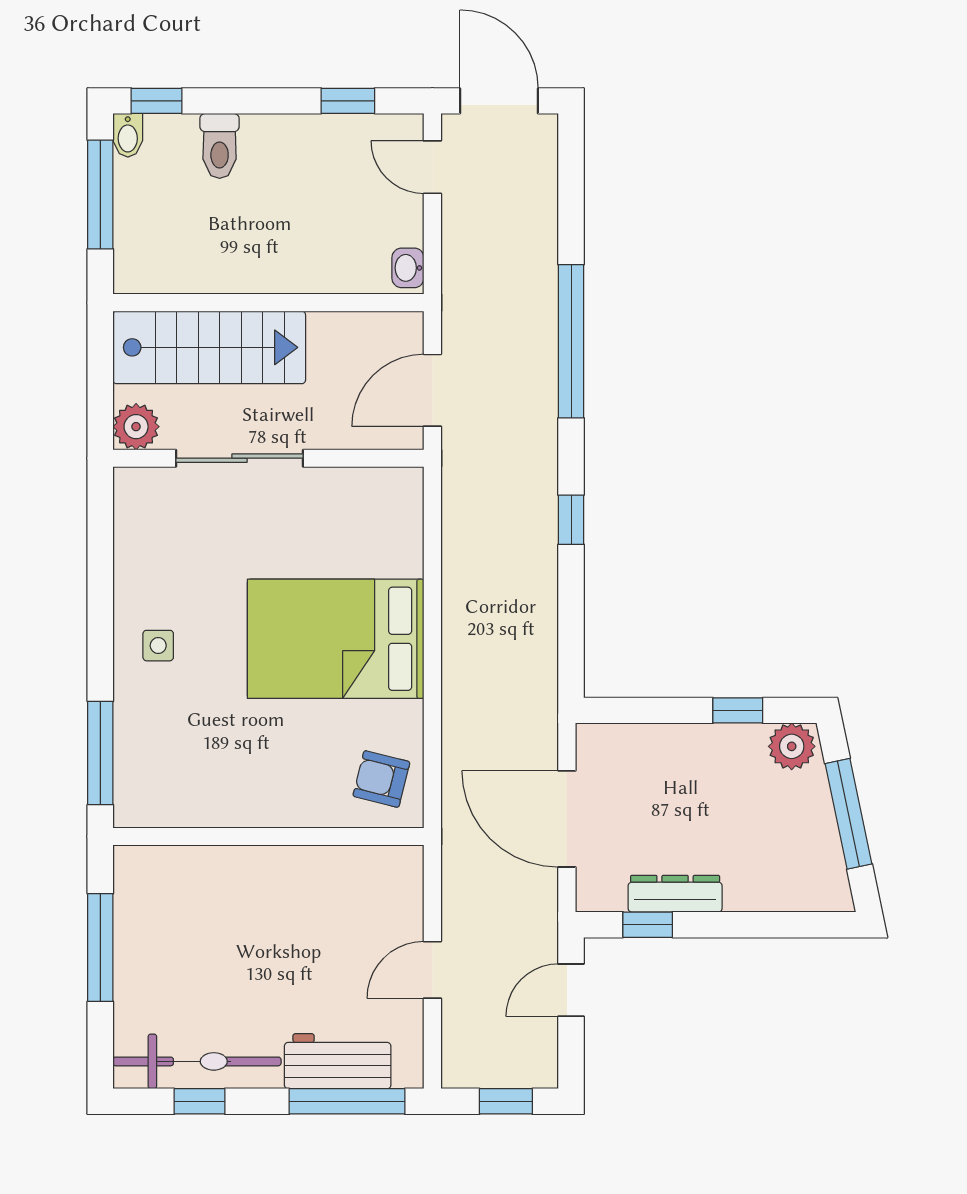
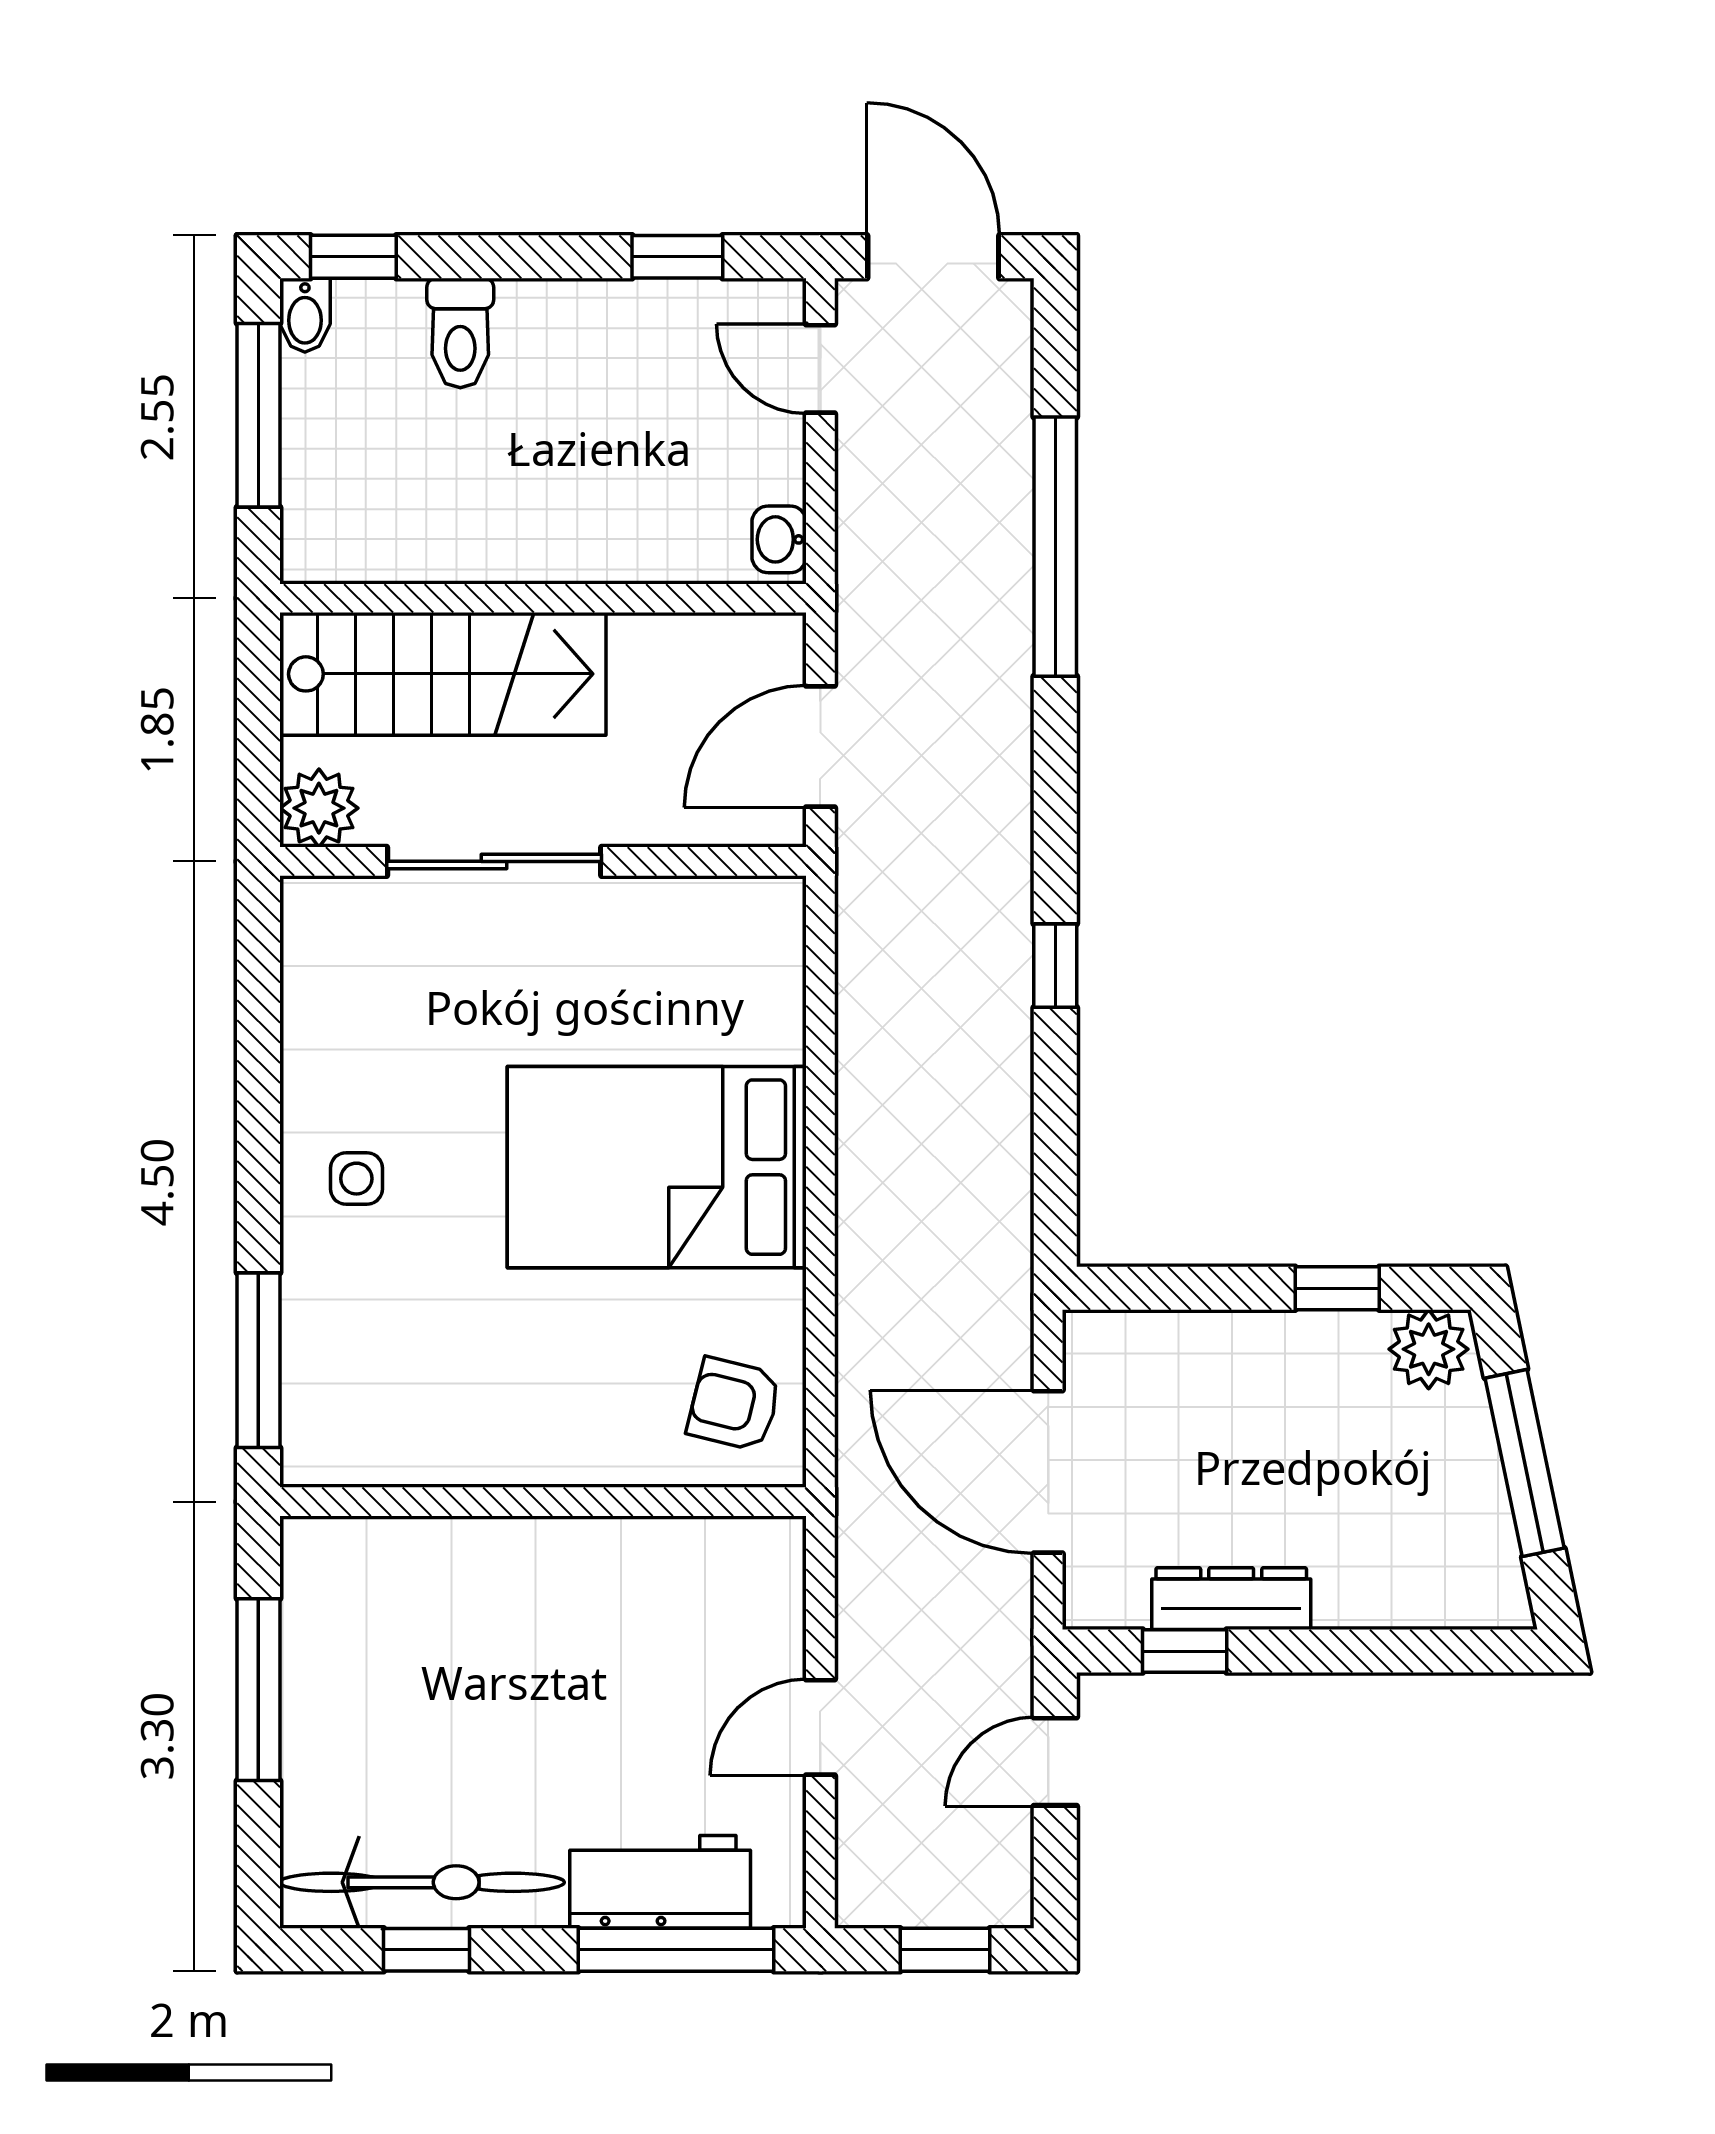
window: (571, 341) -> (1055, 547), moved

